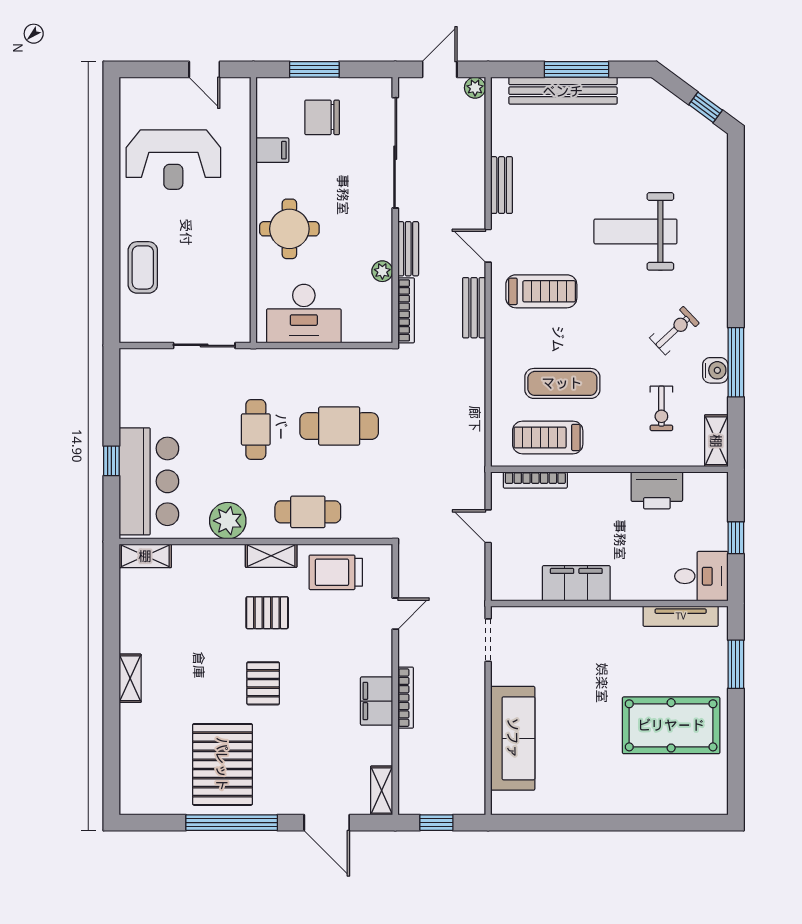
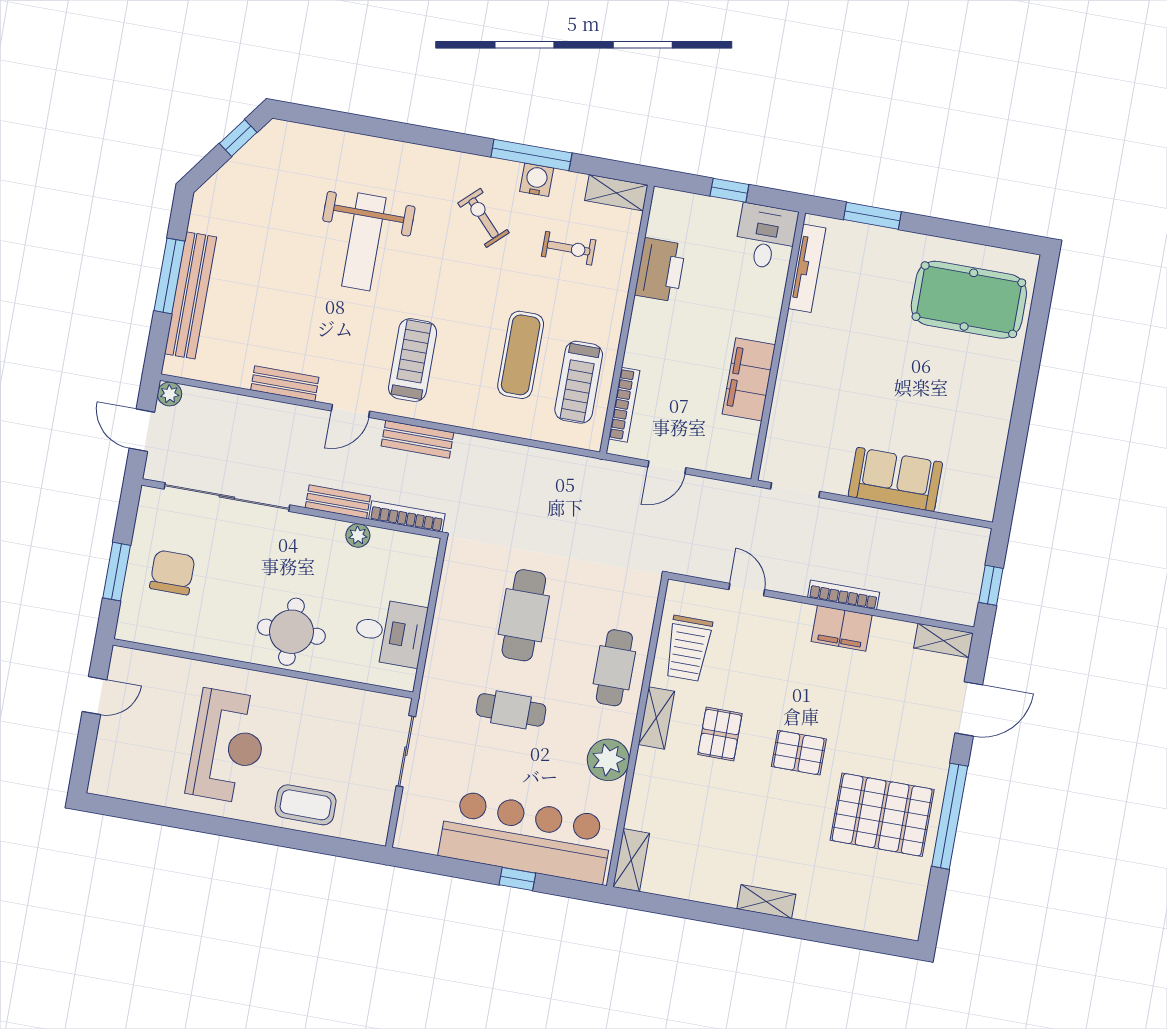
chair: (322, 117) -> (172, 572), turned 180
filing cabinet: (272, 150) -> (199, 635), removed
reception desk: (173, 160) -> (227, 746), moved
desk: (304, 314) -> (390, 632), width x0.73
bar counter: (149, 481) -> (526, 837), width x1.36
pool table: (671, 725) -> (969, 300), moved, turned 90
sofa: (513, 738) -> (895, 479), width x0.73

